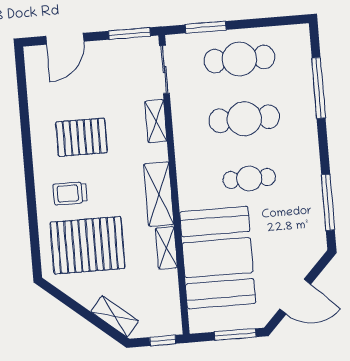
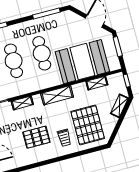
pallet: (82, 137) -> (36, 137), turned 90
cafe table: (249, 178) -> (42, 53), width x1.37, depth x1.35
shelving: (166, 248) -> (97, 83), moved

